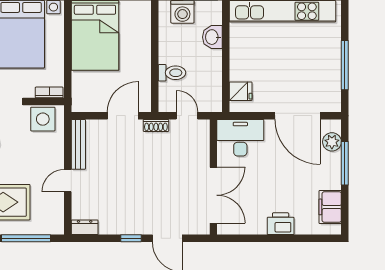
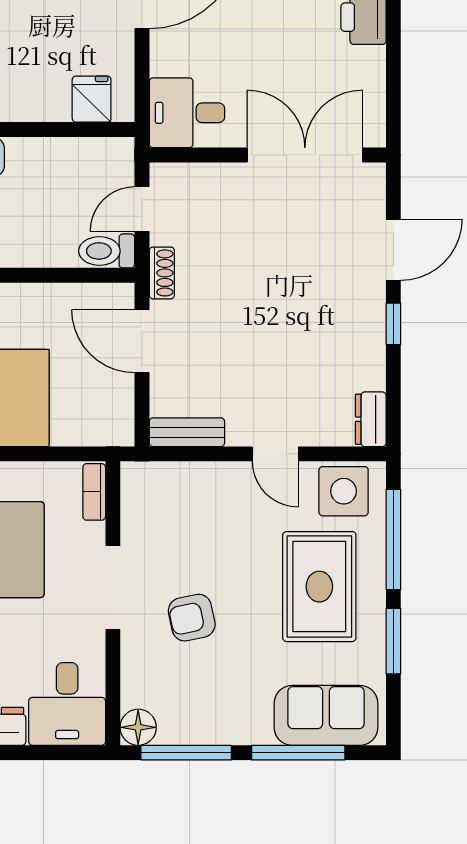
toilet: (172, 73) -> (107, 251), moved, turned -90
side table: (43, 119) -> (344, 491), moved
desk: (240, 138) -> (187, 113), width x0.73
bench: (78, 144) -> (187, 432), width x0.73

